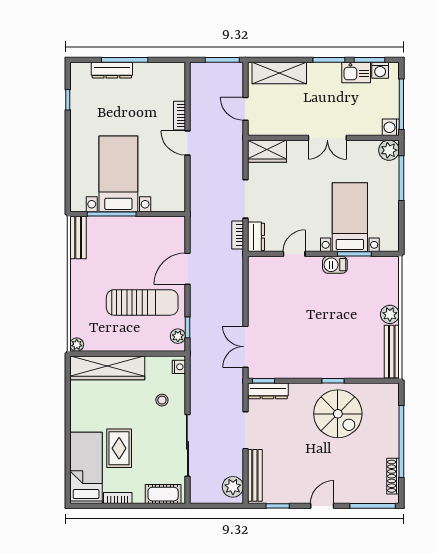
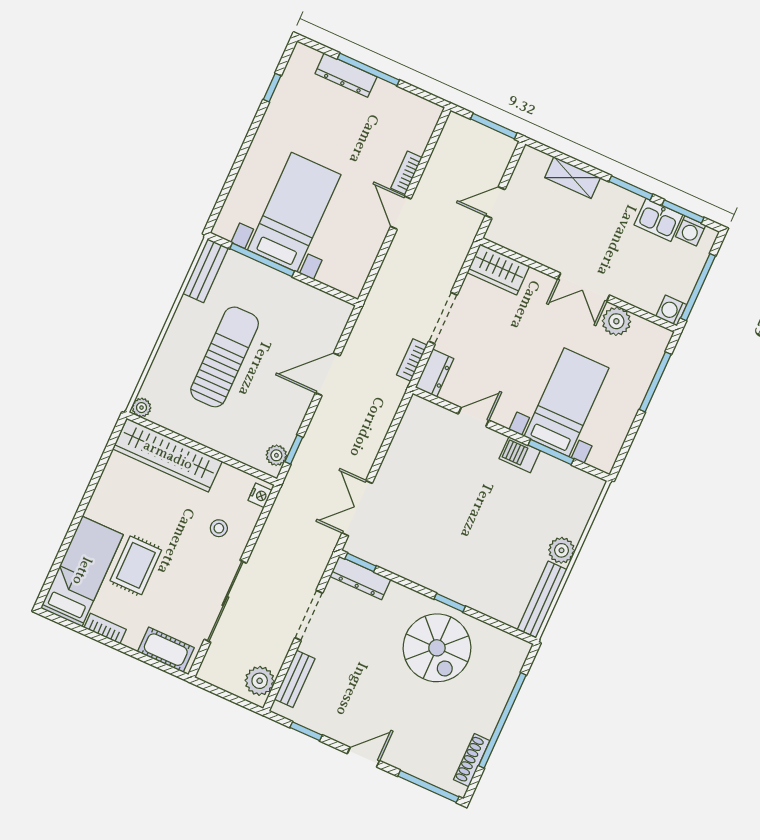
shelving: (279, 73) -> (573, 178), width x0.67, depth x0.75
door: (245, 109) -> (495, 202), hinge flipped
plant: (389, 150) -> (616, 321), moved
sun lounger: (142, 302) -> (225, 357), moved, turned -90
bench: (255, 475) -> (295, 679), width x0.73

